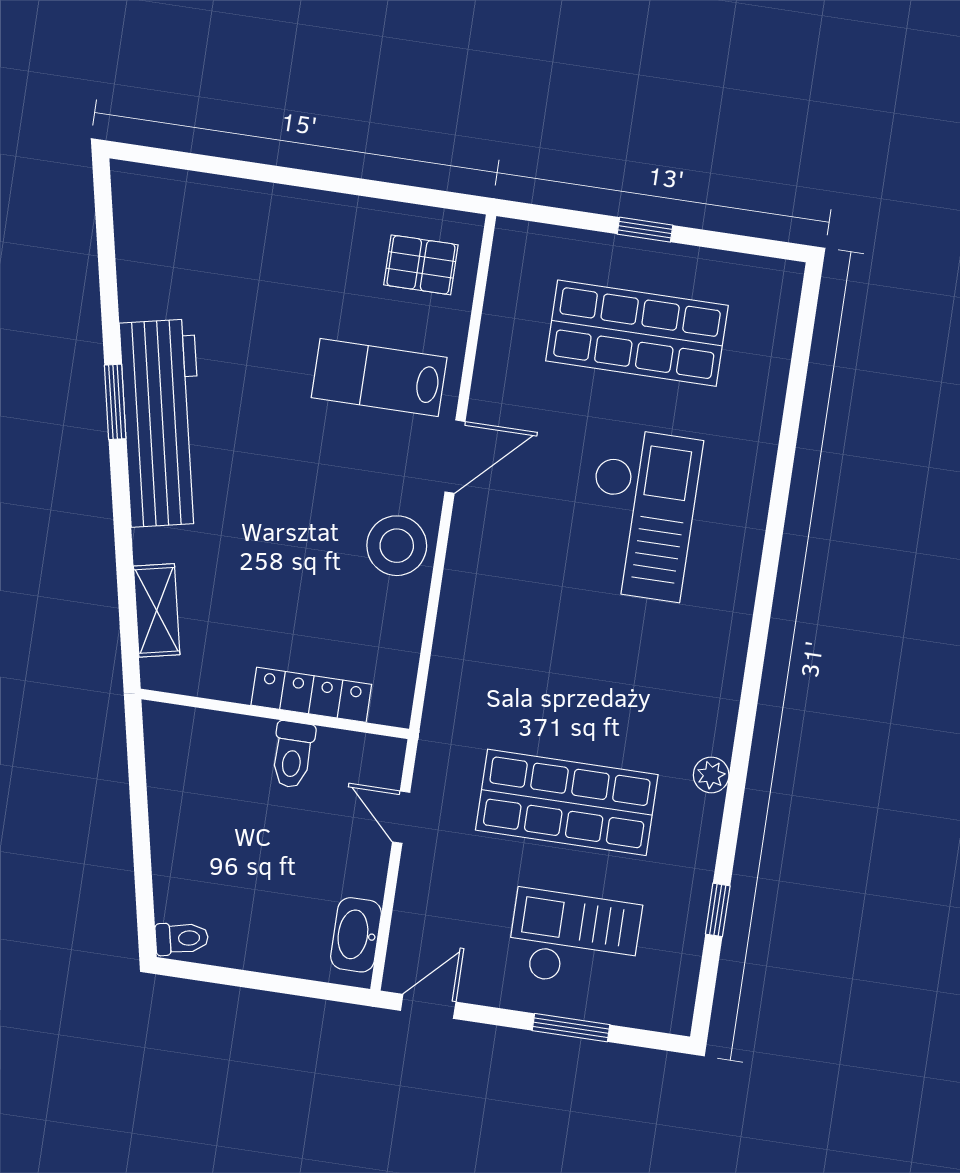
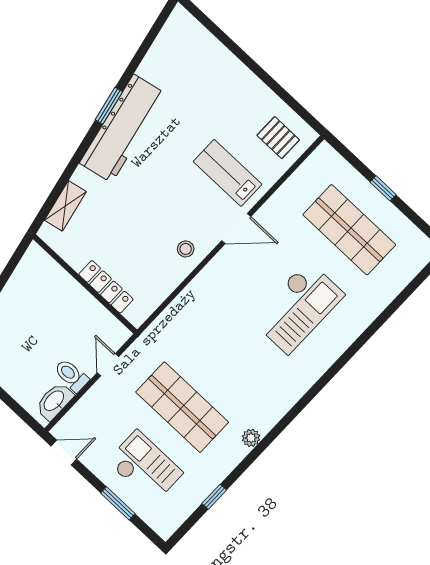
stool: (397, 546) -> (186, 249), width x0.53, depth x0.53
toilet: (293, 755) -> (71, 375), moved, turned 90

